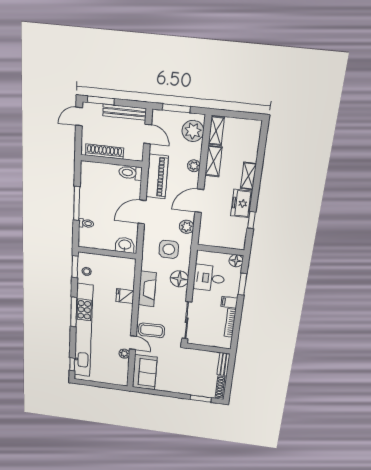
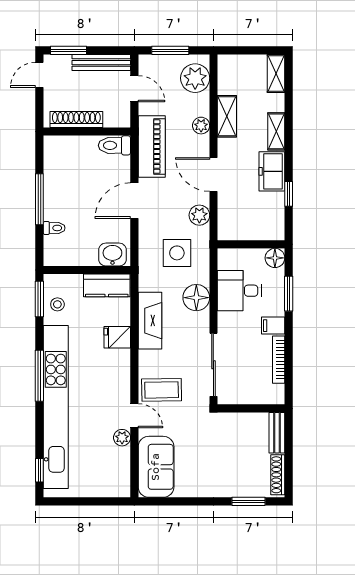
shelving: (216, 131) -> (276, 74), moved
door: (199, 201) -> (213, 174), hinge flipped
kitchen counter: (120, 264) -> (107, 285), added

